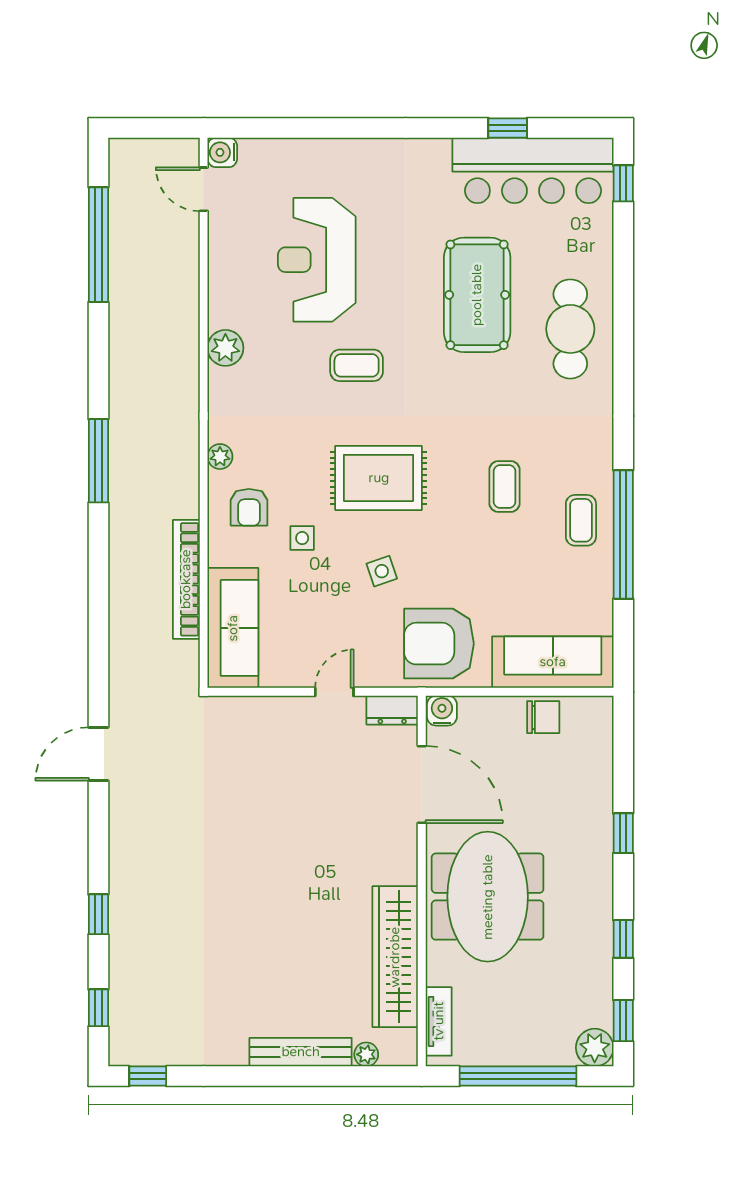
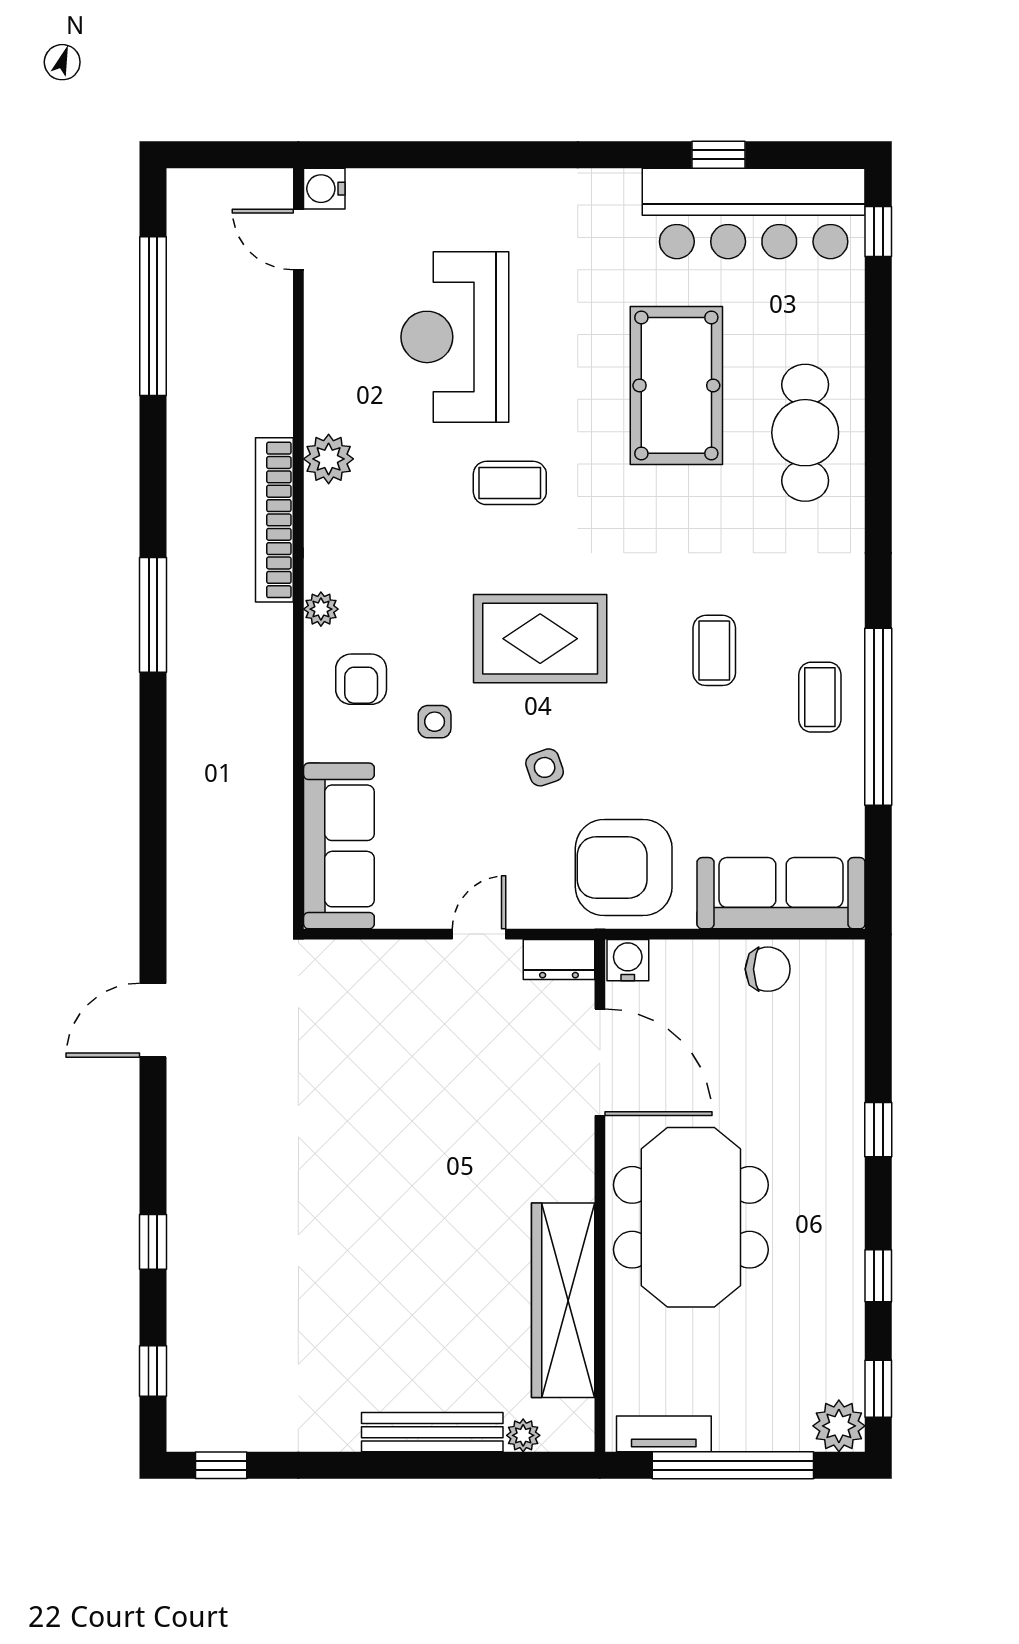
bookcase: (186, 579) -> (274, 520), moved
tv unit: (439, 1021) -> (664, 1434), moved, turned -90

